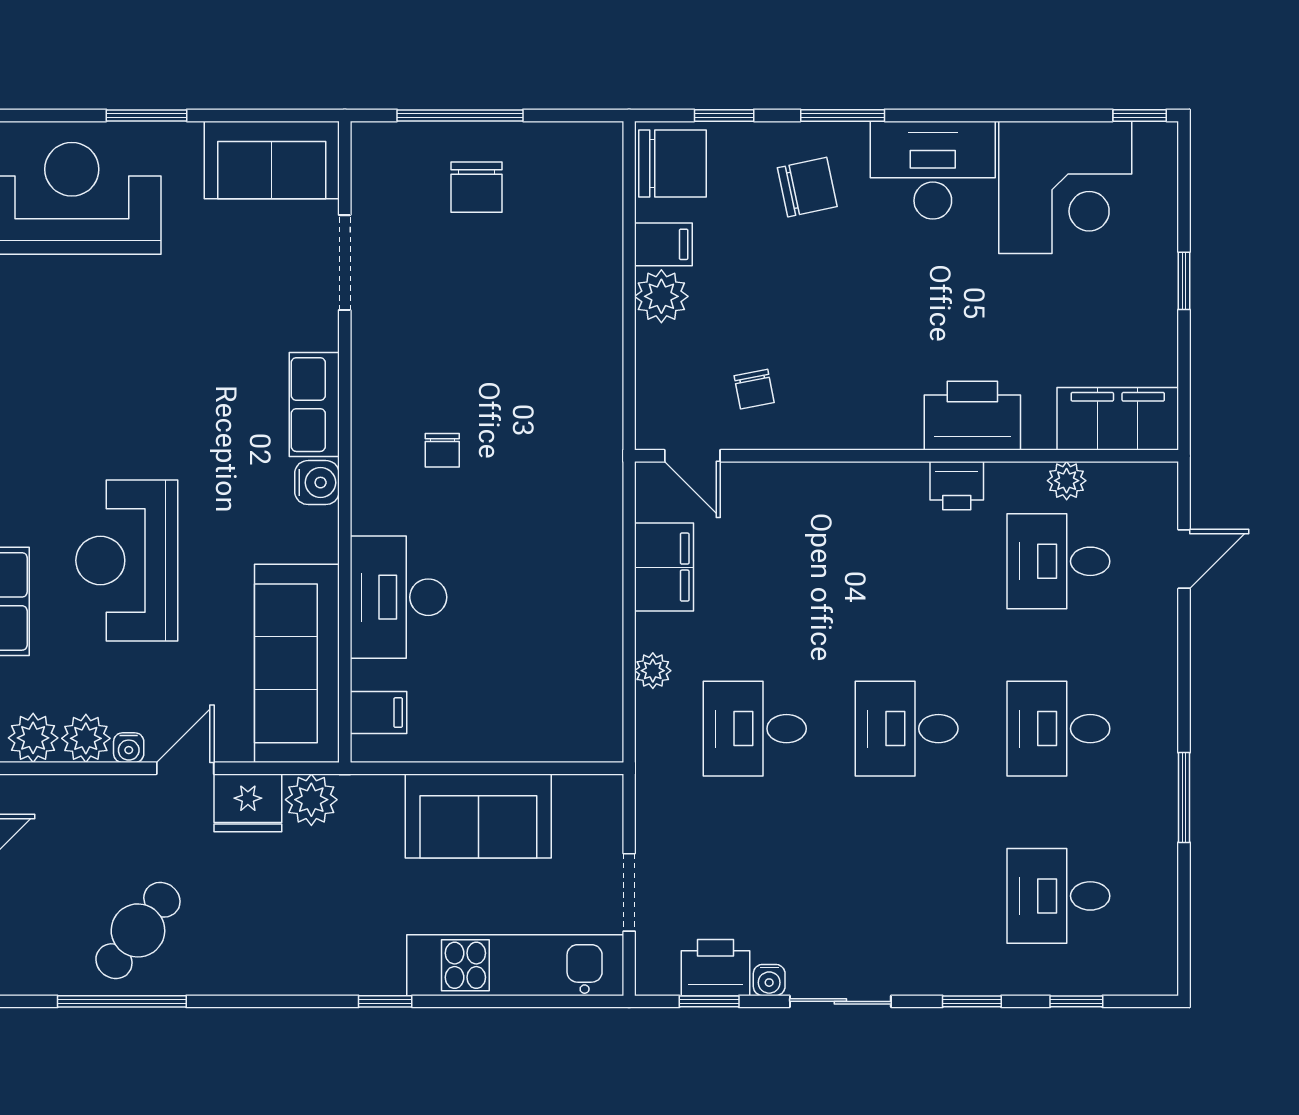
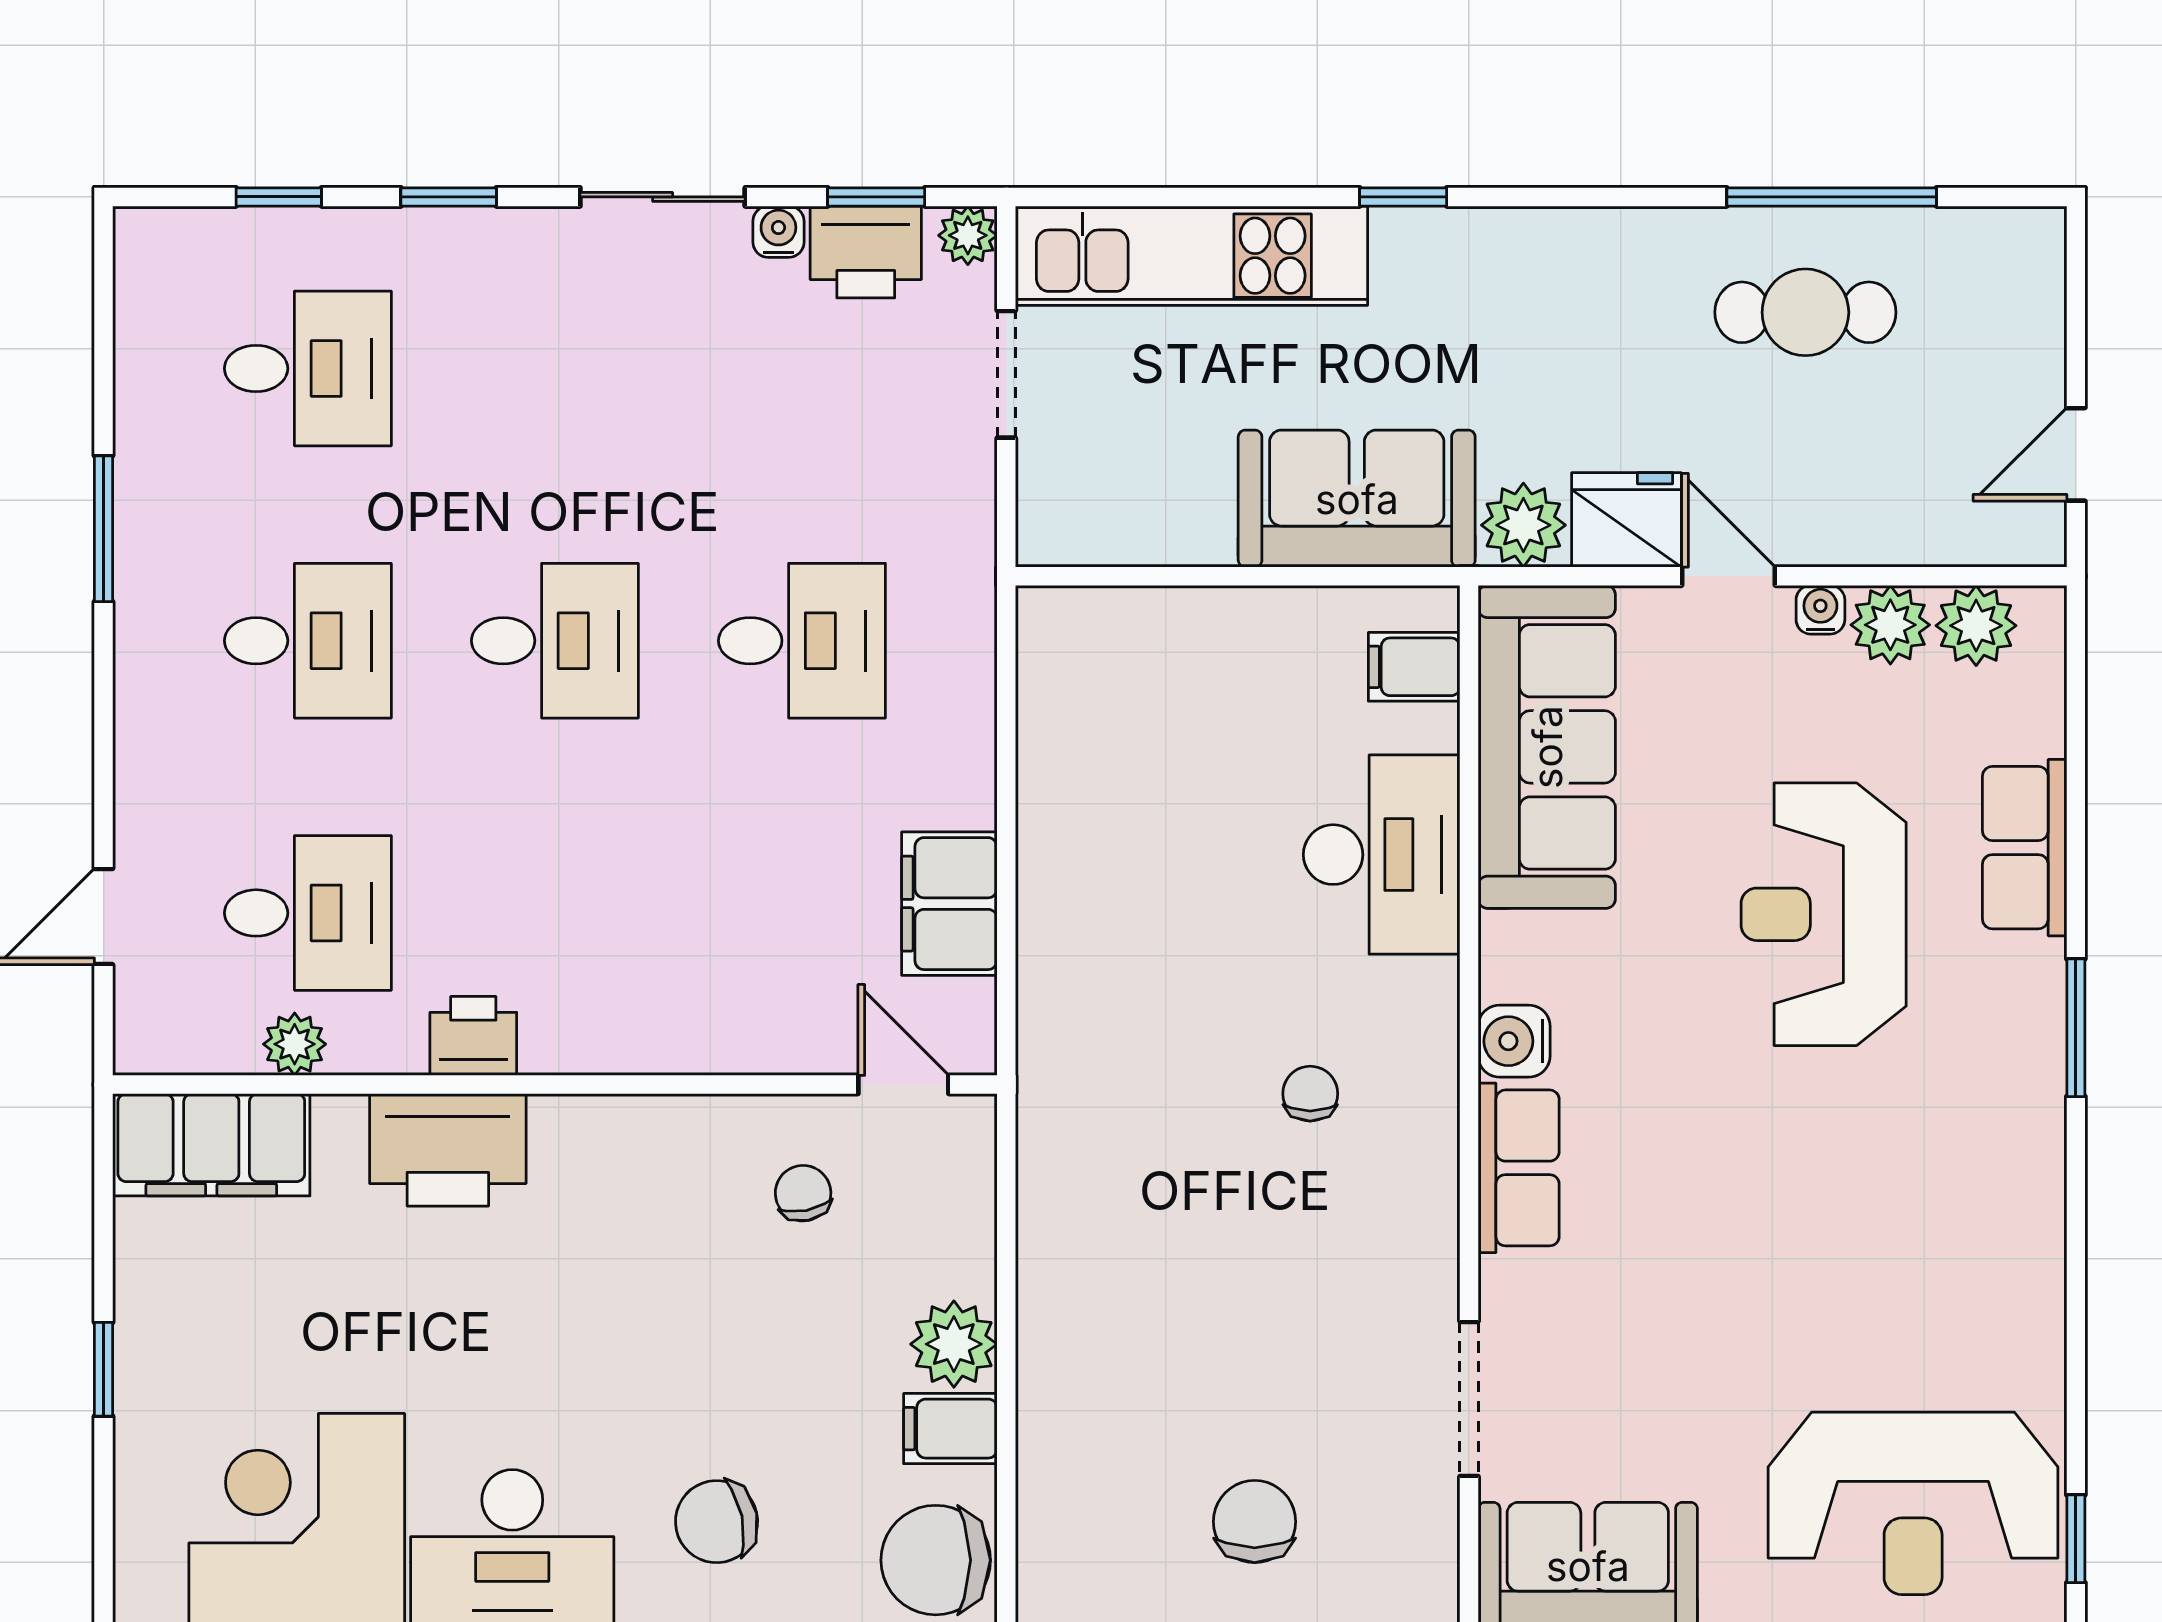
reception desk: (127, 560) -> (1824, 914), turned 180
plant: (653, 671) -> (968, 235), moved
door: (185, 768) -> (1728, 576), swing flipped
sofa: (478, 816) -> (1357, 499), moved
cafe table: (138, 930) -> (1805, 312), turned 52

